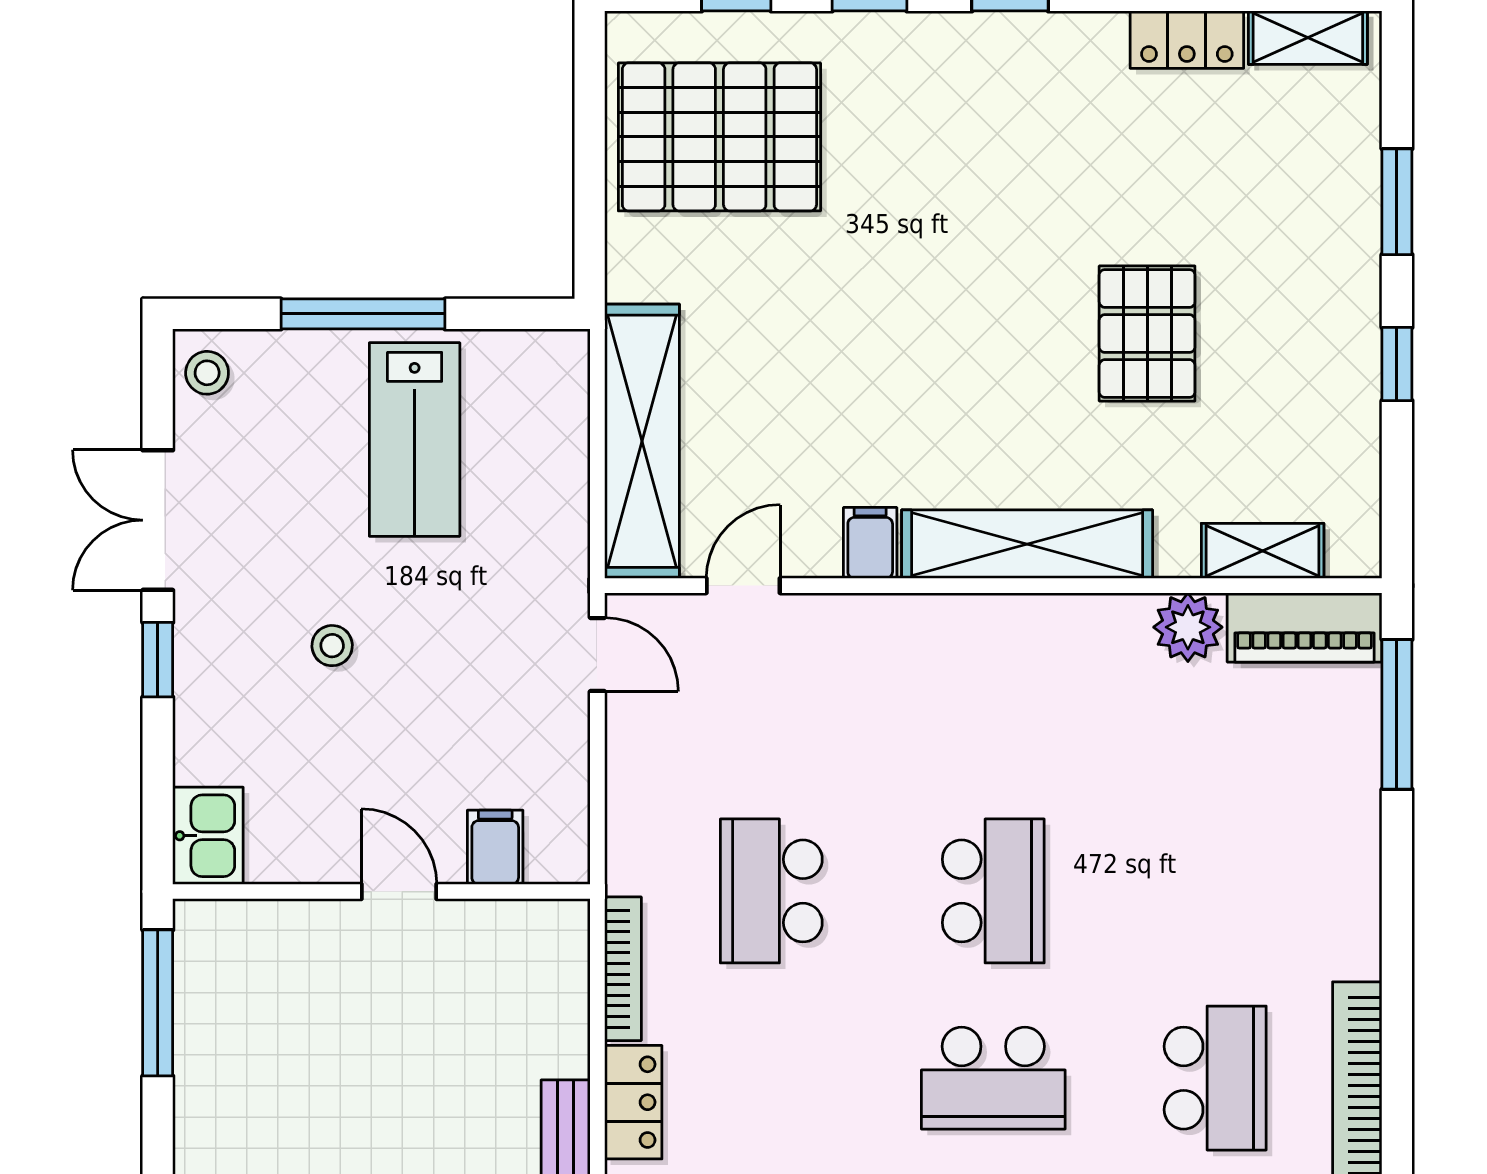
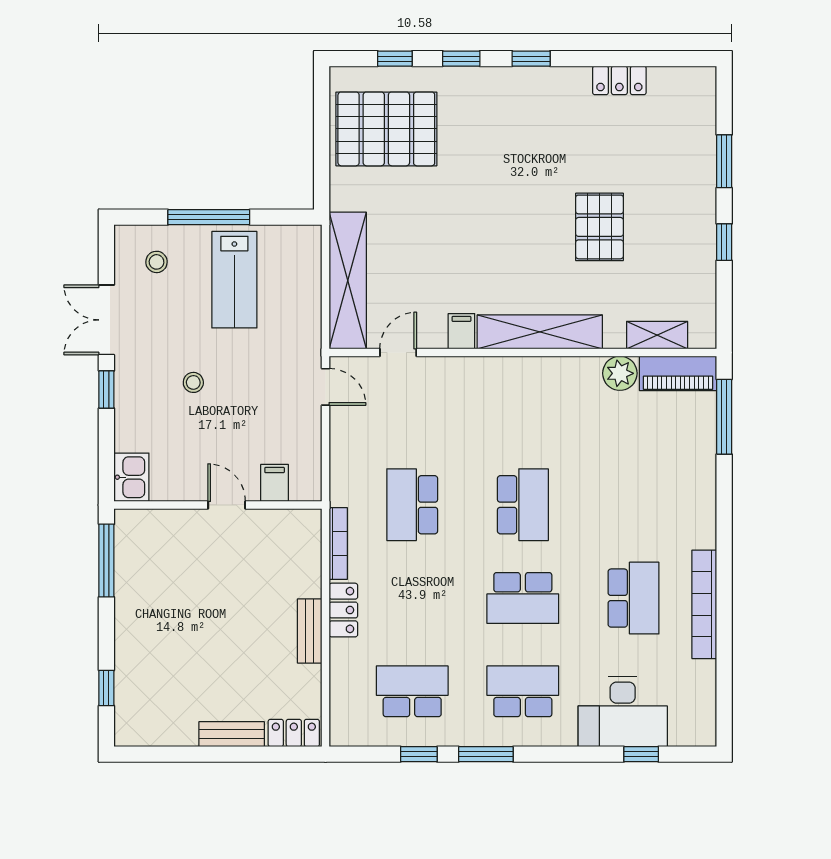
shelving: (1308, 38) -> (680, 79), removed
stool: (207, 373) -> (157, 262), moved

